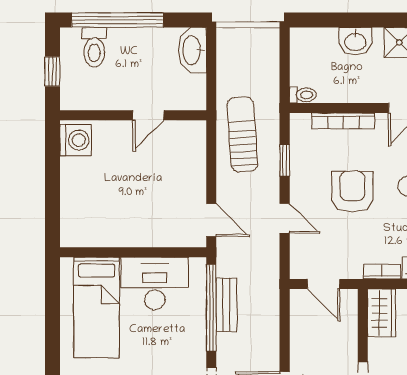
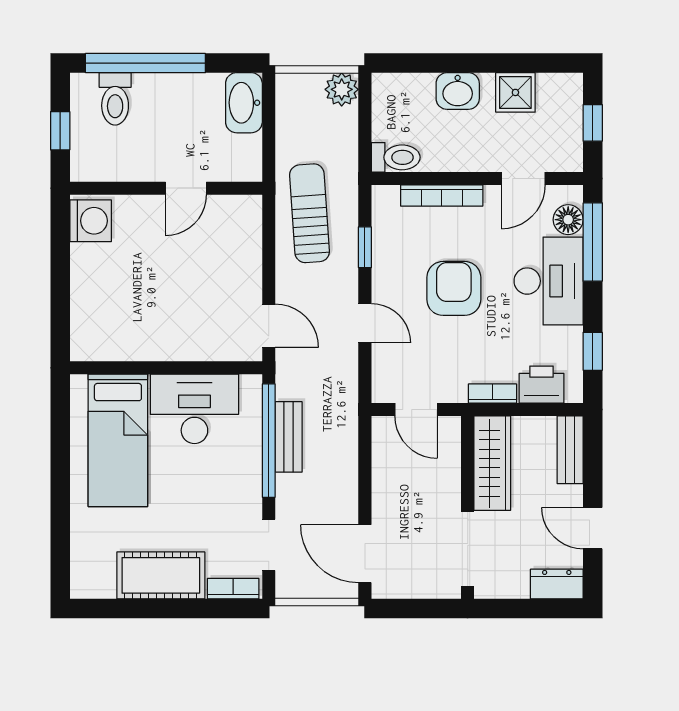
plant: (267, 40) -> (342, 89), added
toilet: (303, 95) -> (396, 157), width x1.37, depth x1.39
wardrobe: (382, 313) -> (492, 463), width x1.50

